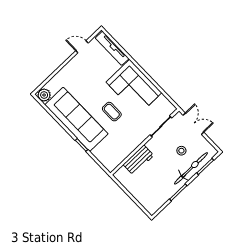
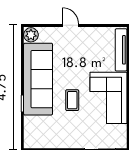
door: (82, 47) -> (70, 25), moved

